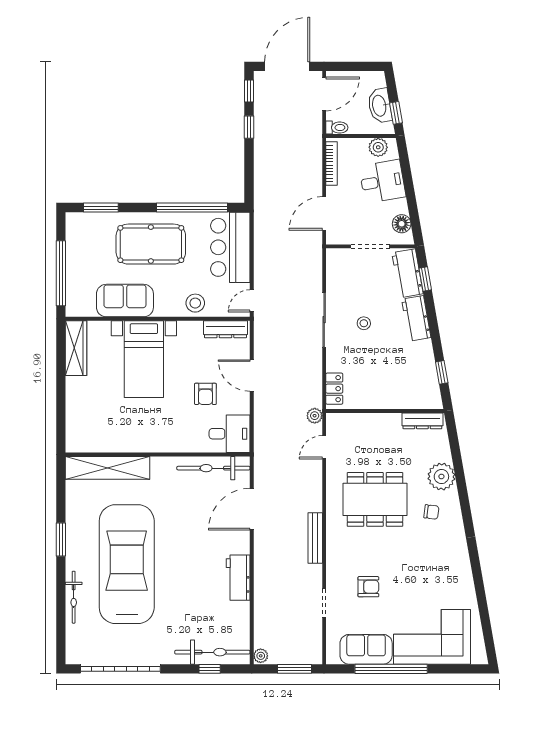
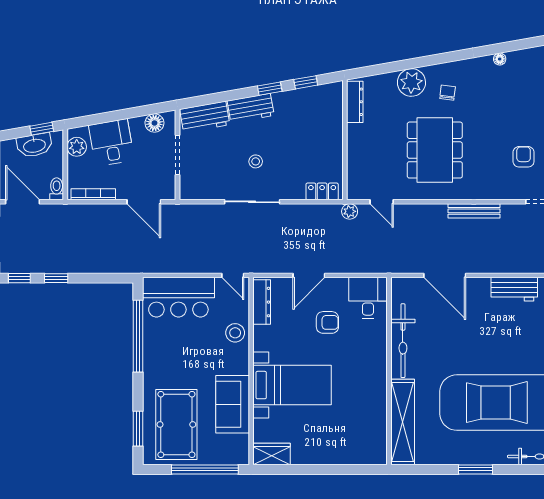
pool table: (151, 244) -> (176, 424), moved
window: (425, 279) -> (270, 89), moved
wardrobe: (76, 348) -> (272, 454), width x0.67
bicycle: (213, 468) -> (403, 341), moved
floor lamp: (465, 563) -> (500, 59), added

